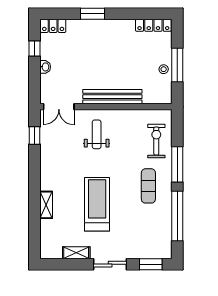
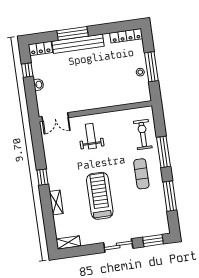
window: (92, 14) -> (73, 33), width x1.44
bench: (112, 97) -> (78, 44), moved
window: (35, 136) -> (42, 177), moved
window: (177, 216) -> (170, 196), width x0.68
shelving: (76, 253) -> (68, 243), moved

